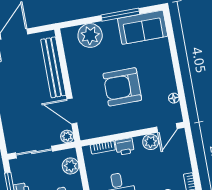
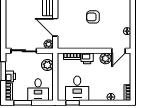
armchair: (122, 87) -> (93, 17), width x0.53, depth x0.53

